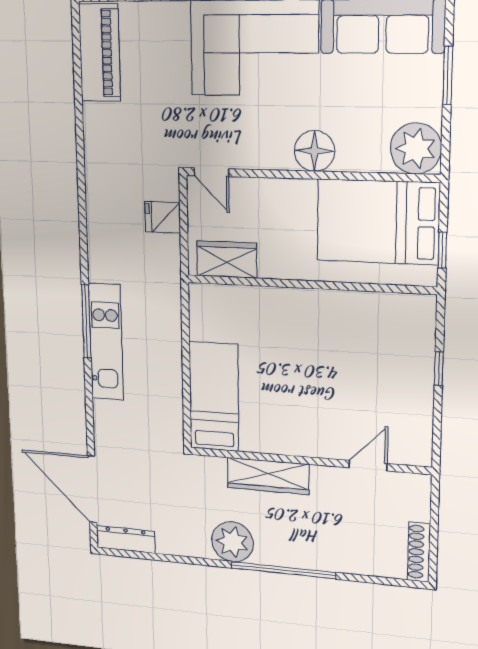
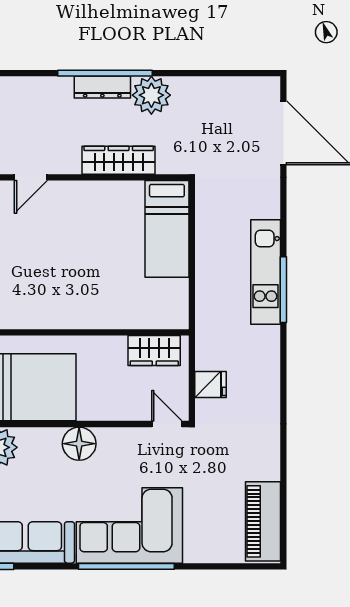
dresser: (126, 539) -> (102, 87), moved

